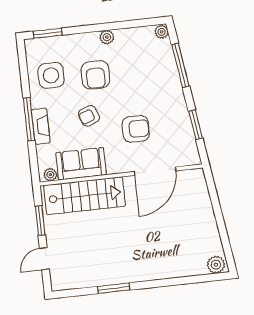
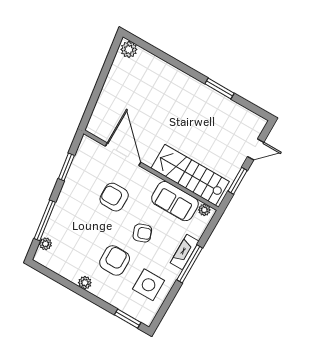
plant: (162, 32) -> (45, 244), moved
door: (155, 171) -> (123, 154), hinge flipped

